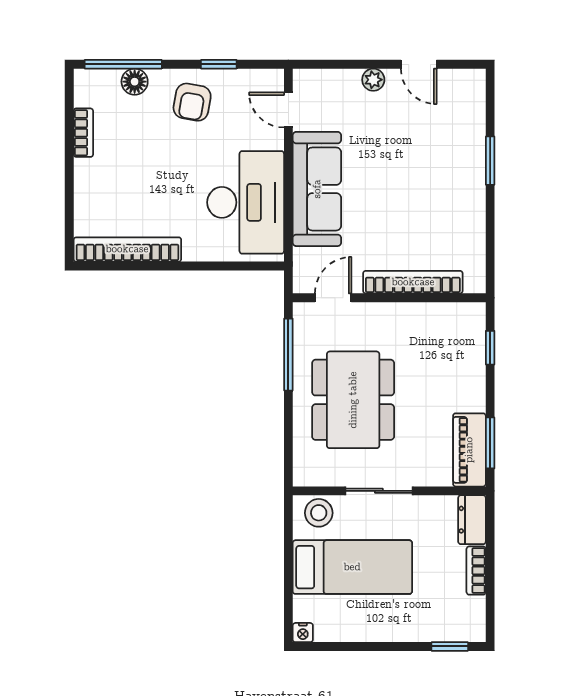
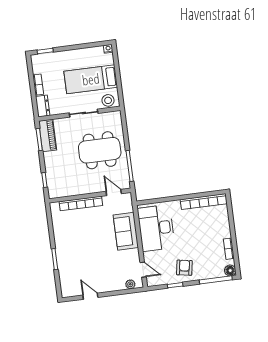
plant: (373, 80) -> (130, 284), moved
floor lamp: (135, 82) -> (230, 271), moved
sofa: (317, 189) -> (126, 231), width x0.73
door: (333, 298) -> (114, 192), swing flipped
dining table: (353, 400) -> (100, 150), turned 90

